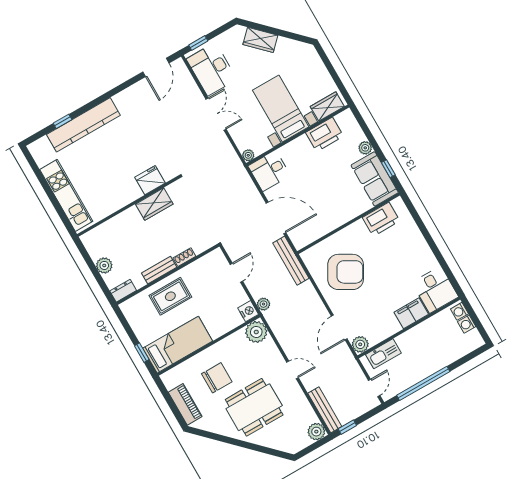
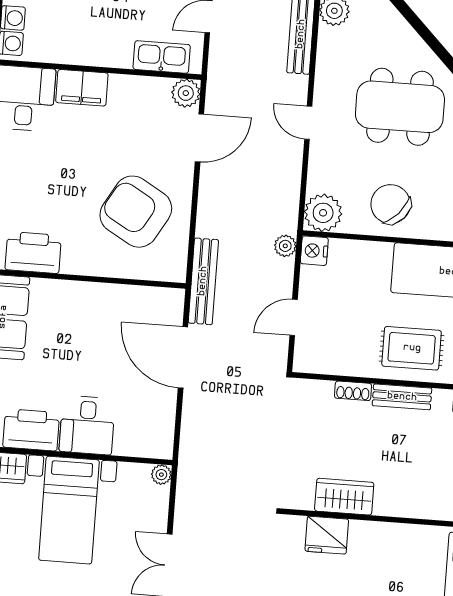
desk: (269, 171) -> (87, 425), moved, turned 90
chair: (217, 378) -> (391, 204), moved, turned 42

